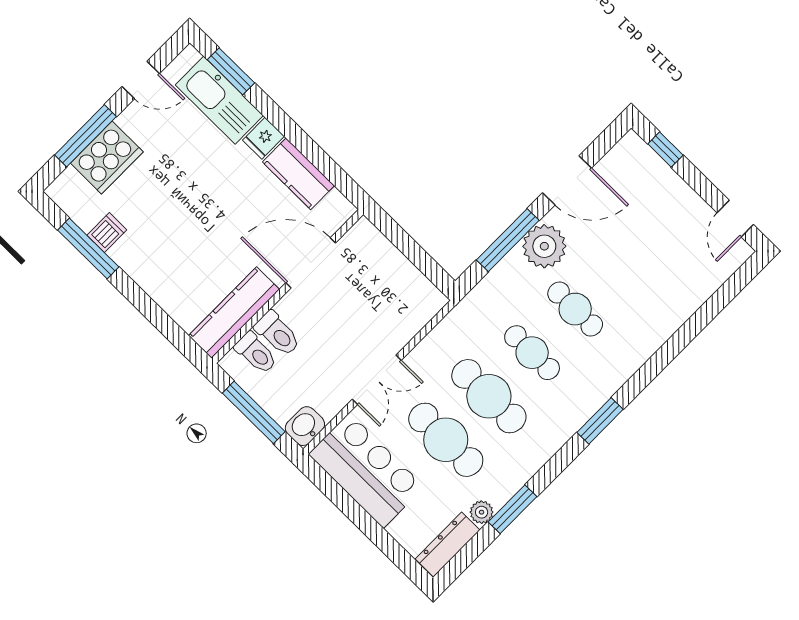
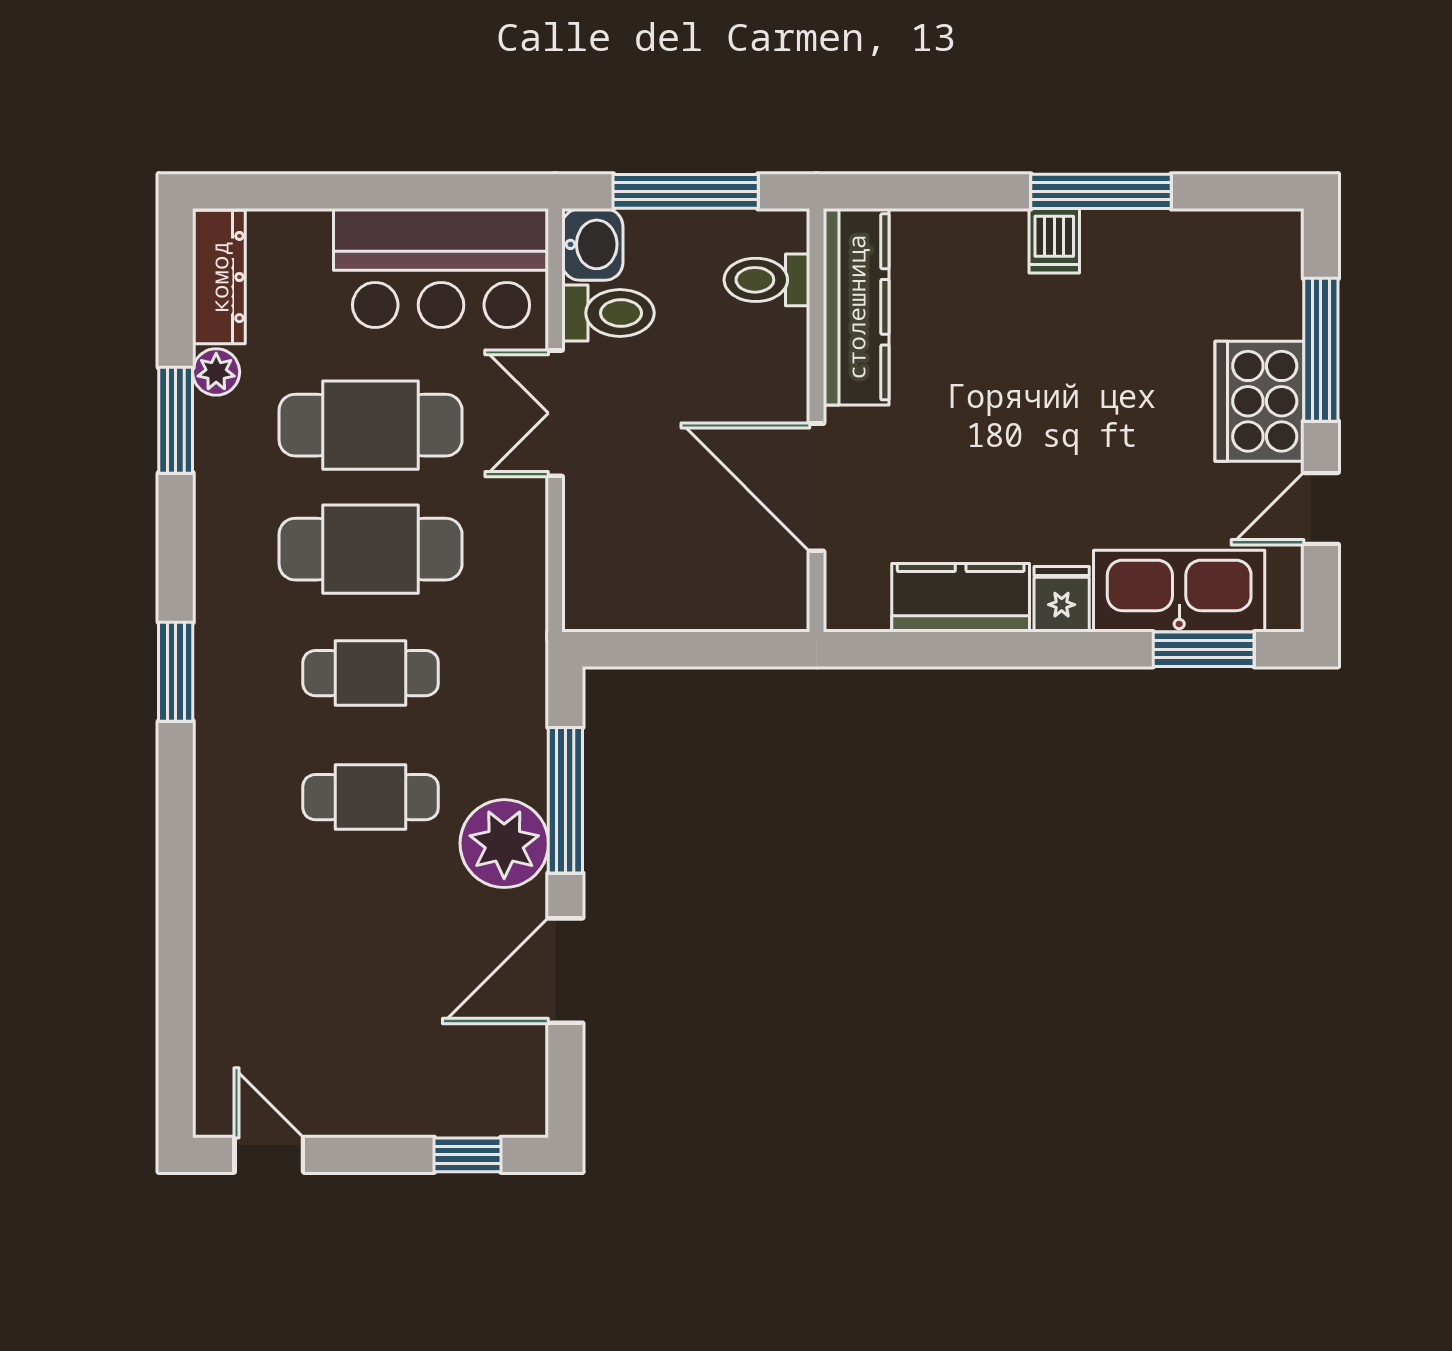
cooker: (107, 158) -> (1259, 401), moved
dishwasher: (107, 233) -> (1054, 241), moved
window: (88, 249) -> (1101, 191), moved
door: (311, 263) -> (816, 487), swing flipped
toilet: (277, 334) -> (608, 313), moved, turned 180

